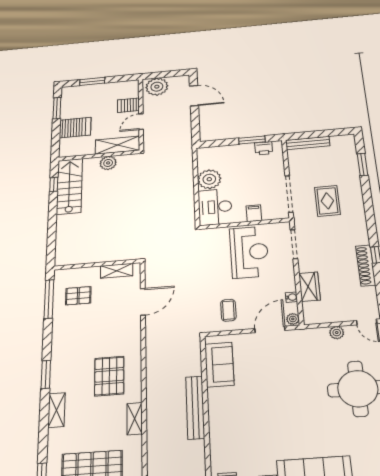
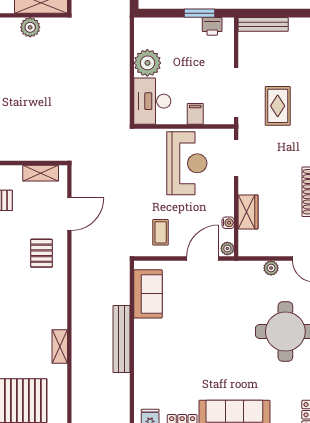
pallet: (109, 376) -> (41, 253), moved, width x0.67, depth x0.71

